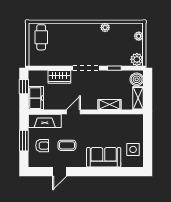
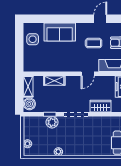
plant: (137, 59) -> (52, 122), moved

